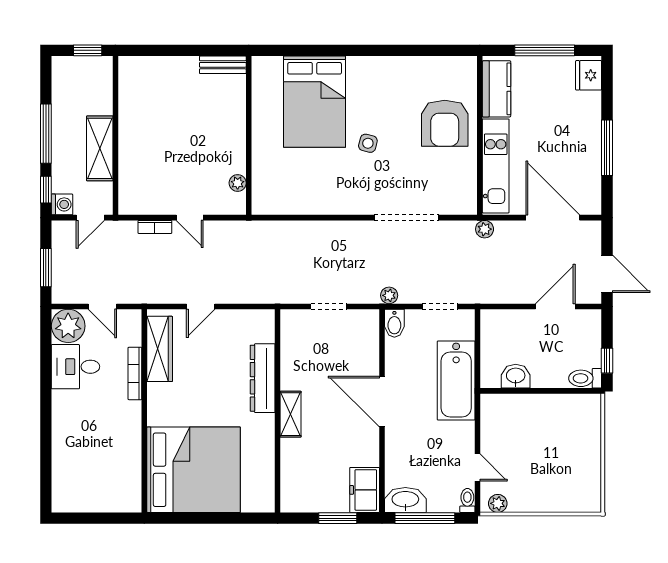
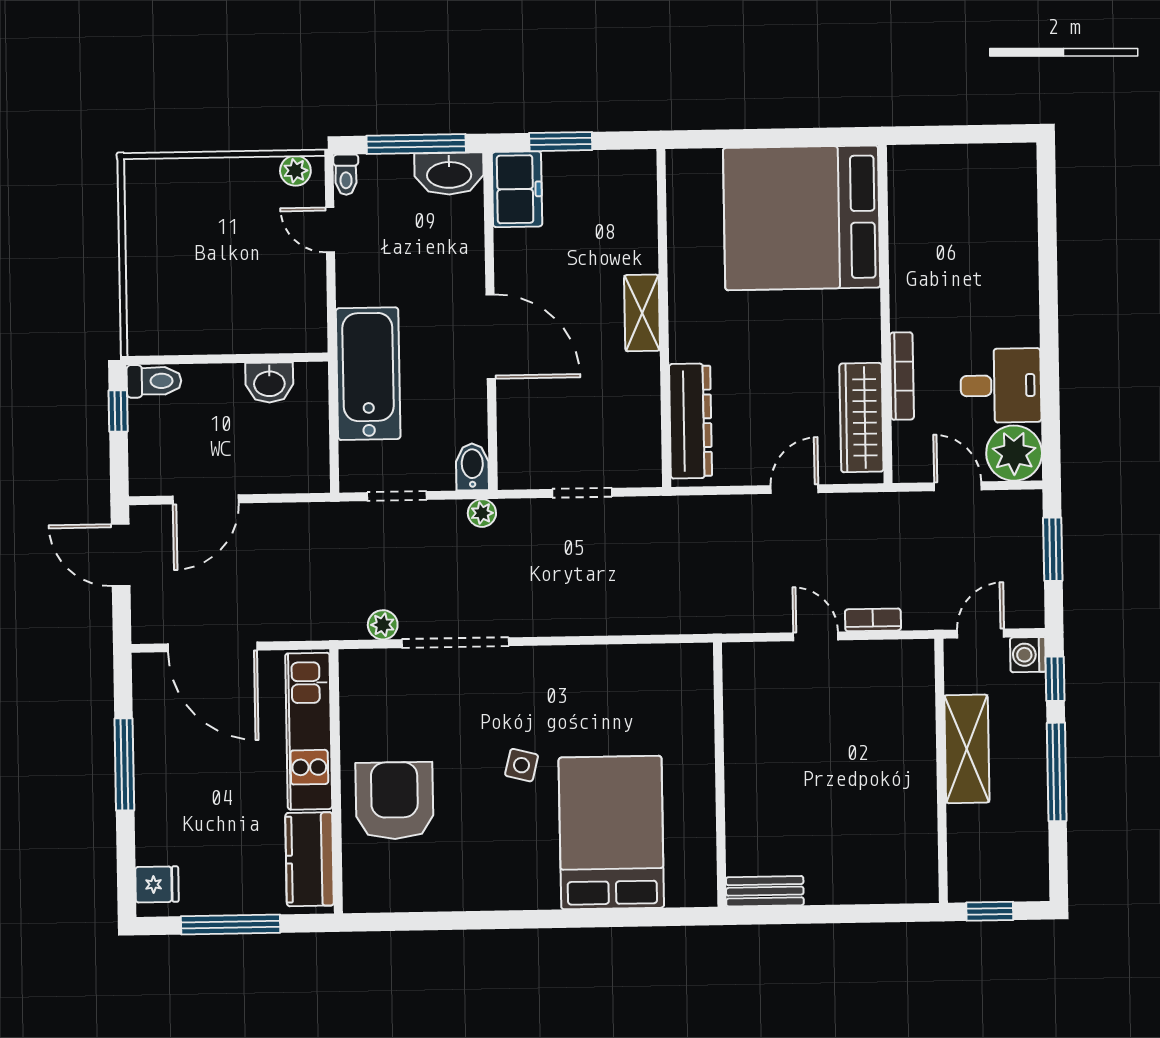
fridge: (589, 75) -> (157, 884), width x0.72
plant: (238, 183) -> (737, 695), removed
plant: (485, 229) -> (383, 625), moved
dresser: (263, 378) -> (690, 421), moved

